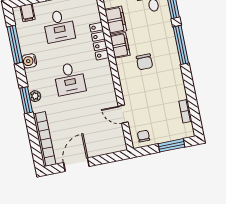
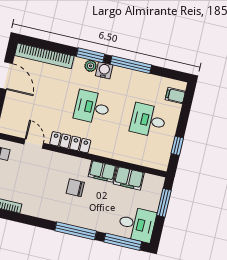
locker: (99, 41) -> (70, 142), moved
window: (15, 44) -> (131, 65), moved
water cooler: (29, 61) -> (104, 70), moved
door: (123, 114) -> (34, 144), hinge flipped

